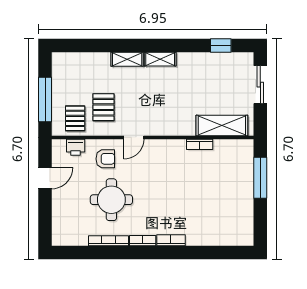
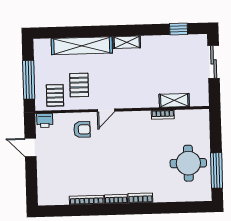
shelving: (127, 59) -> (82, 46), width x2.20, depth x1.33
shelving: (222, 126) -> (174, 100), width x0.67, depth x0.75
printer: (76, 147) -> (45, 121), moved
door: (45, 178) -> (31, 147), swing flipped
window: (260, 178) -> (217, 170), moved
round table: (111, 200) -> (188, 163), moved

